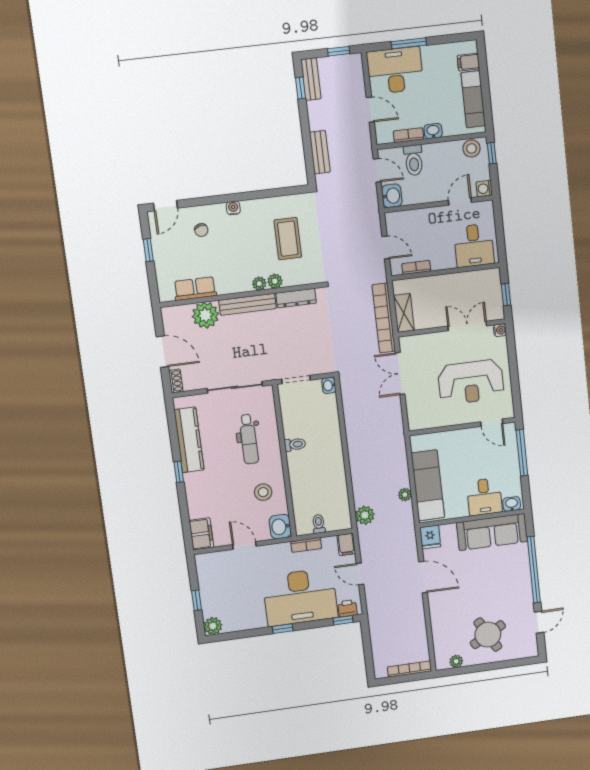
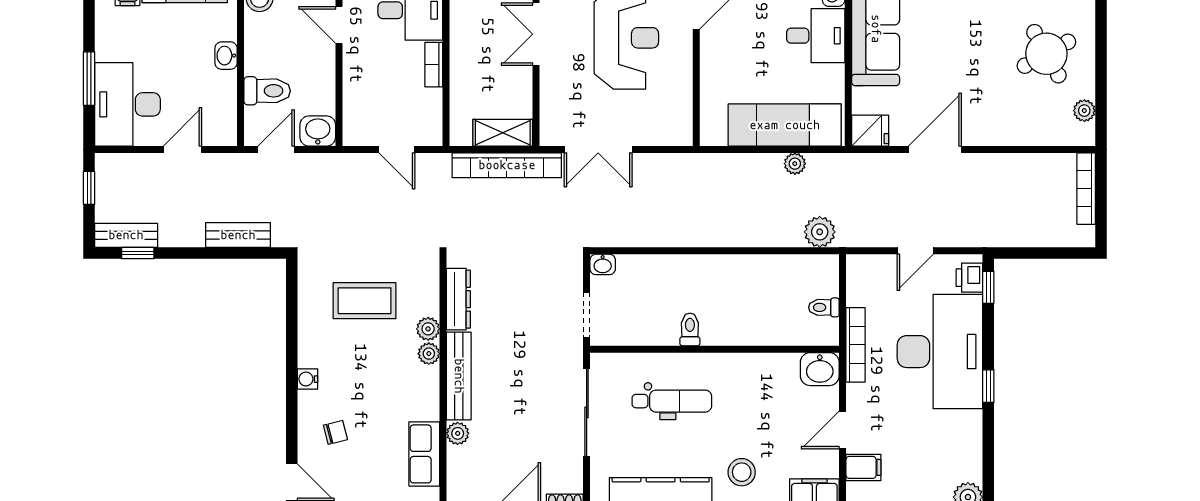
bookcase: (409, 135) -> (228, 95), removed
door: (386, 248) -> (397, 149), swing flipped
bookcase: (416, 267) -> (434, 65), moved
plant: (205, 315) -> (458, 433), width x0.53, depth x0.53
stool: (263, 492) -> (742, 472), moved
filing cabinet: (346, 544) -> (863, 467), moved
bookcase: (306, 545) -> (856, 345), width x1.56

